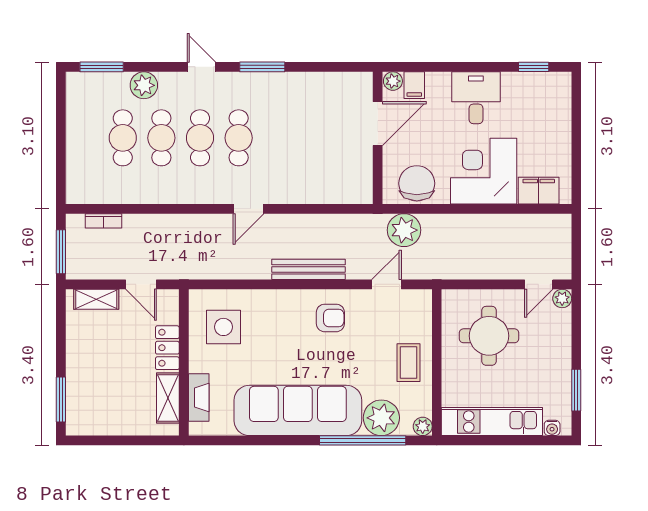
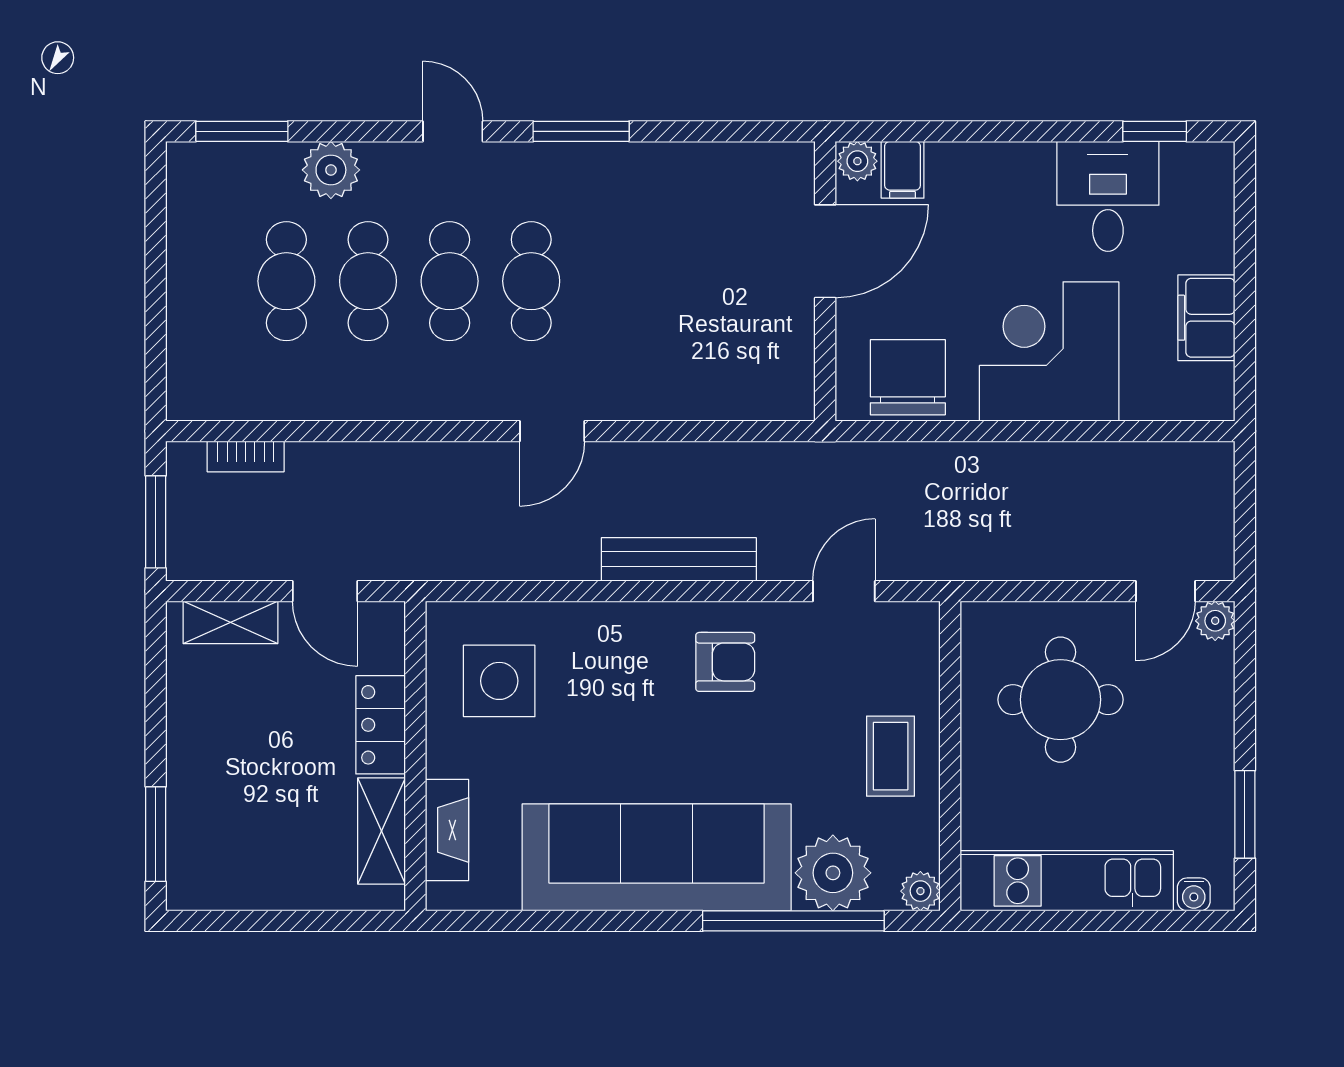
desk: (476, 98) -> (1108, 196), moved
filing cabinet: (539, 191) -> (1206, 318), moved, turned -90
plant: (404, 230) -> (881, 476), removed

